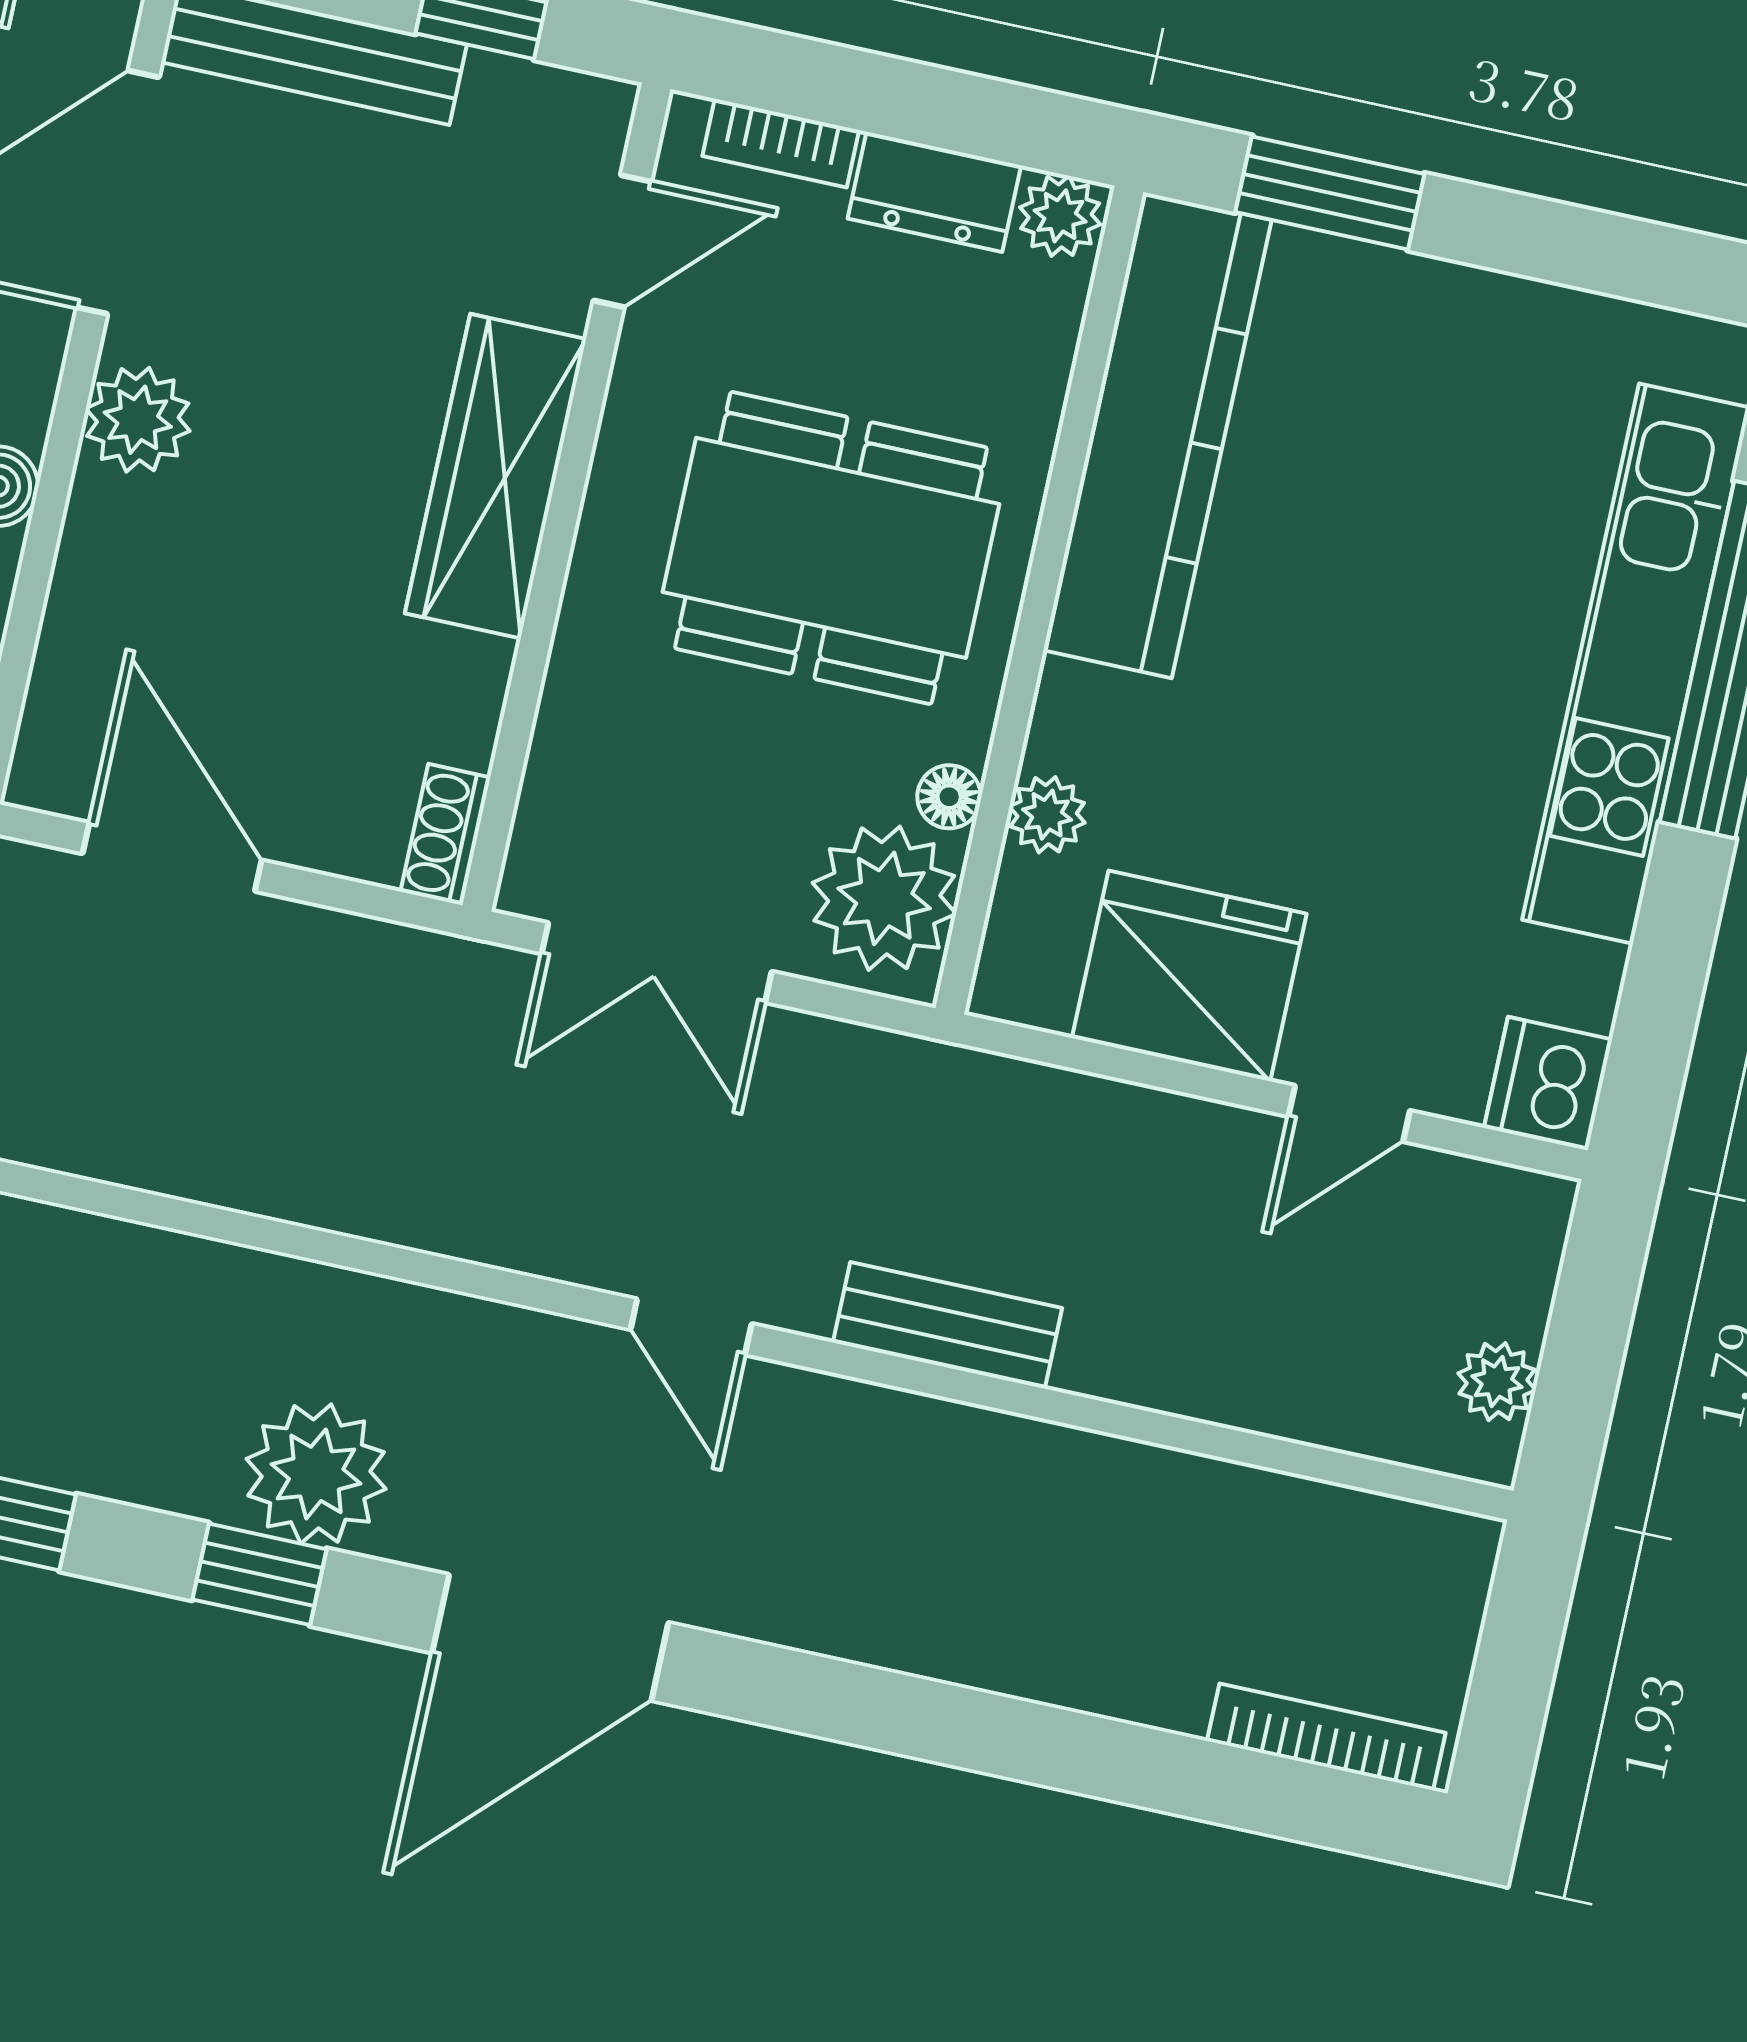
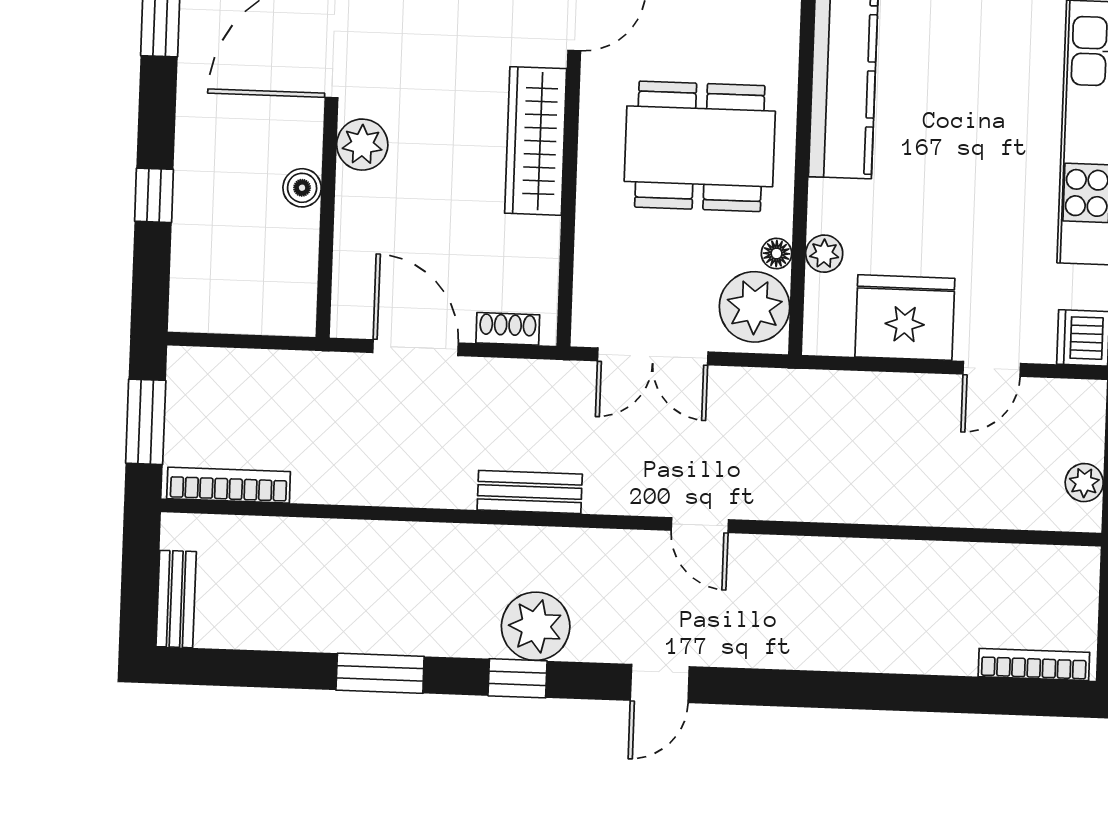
shoe rack: (446, 835) -> (508, 329), moved, turned 90
bench: (947, 1325) -> (530, 492), moved
door: (550, 1638) -> (660, 684), width x0.53

